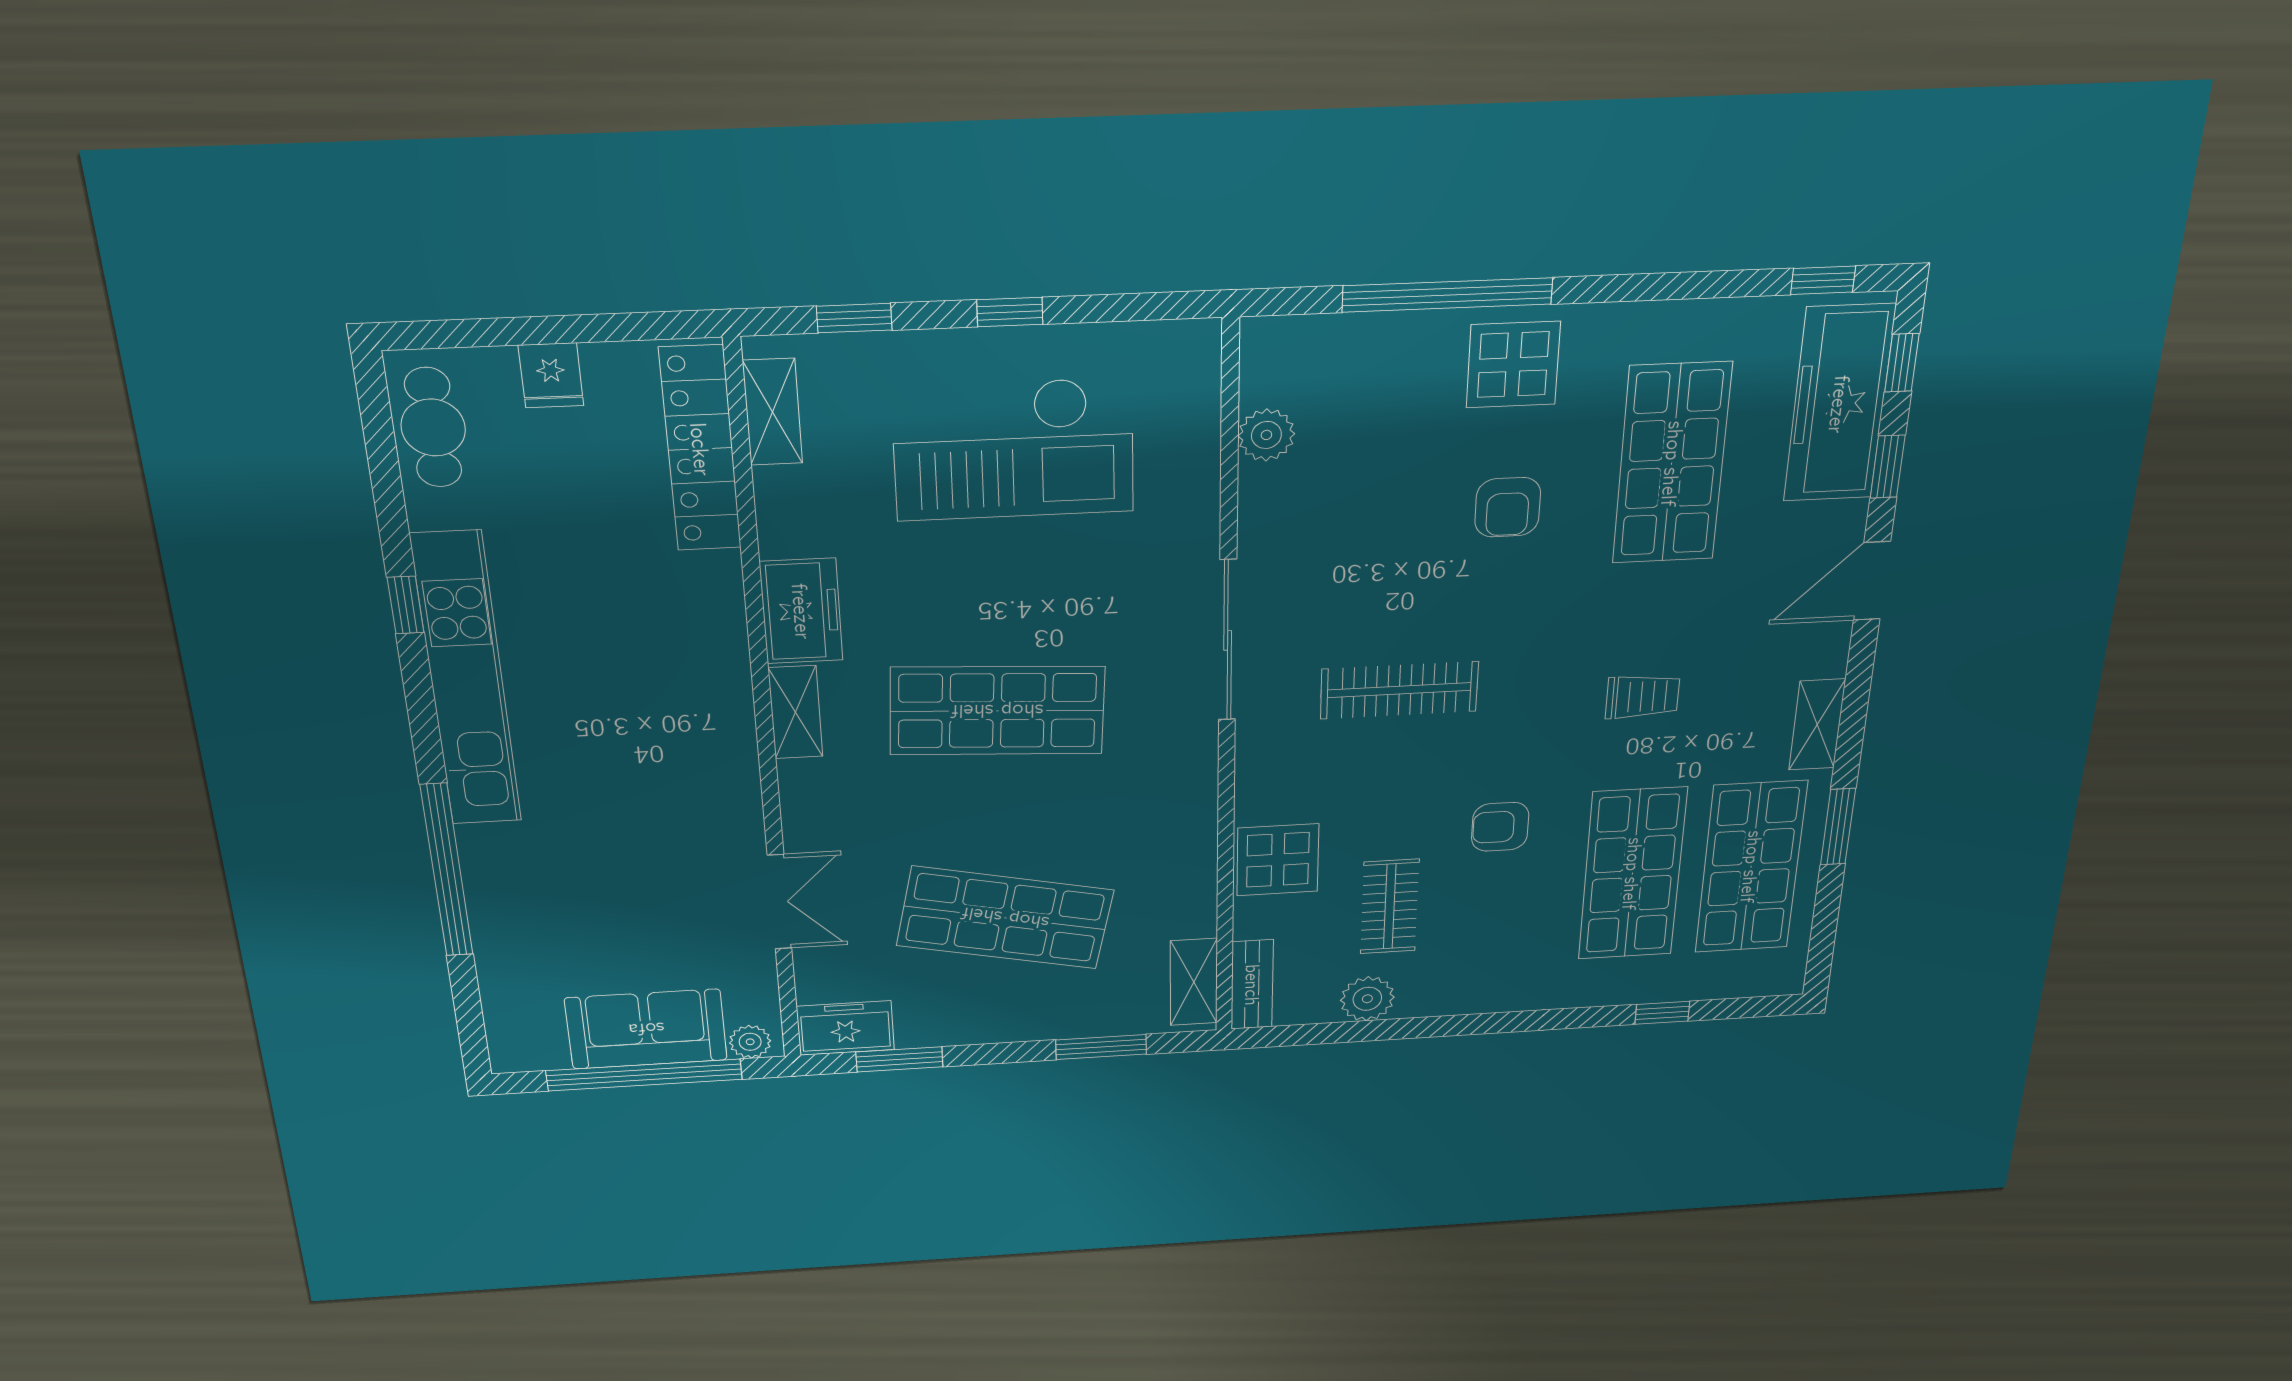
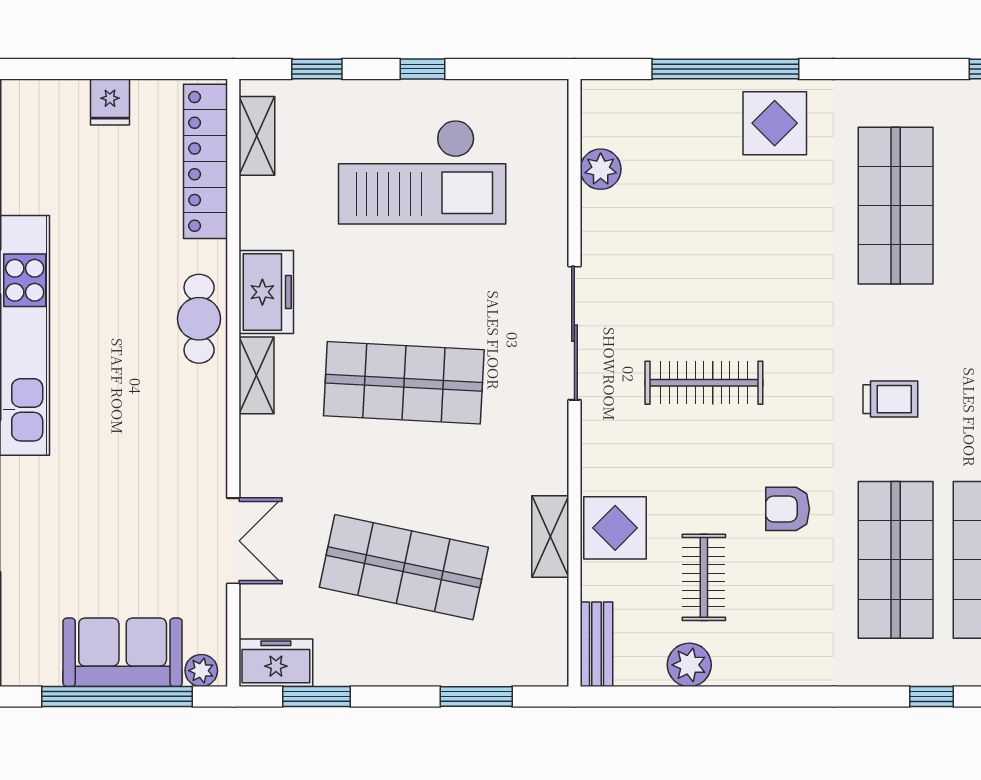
cafe table: (433, 428) -> (199, 319), moved
armchair: (1508, 507) -> (777, 235), removed
shelving: (1194, 982) -> (550, 536), moved

